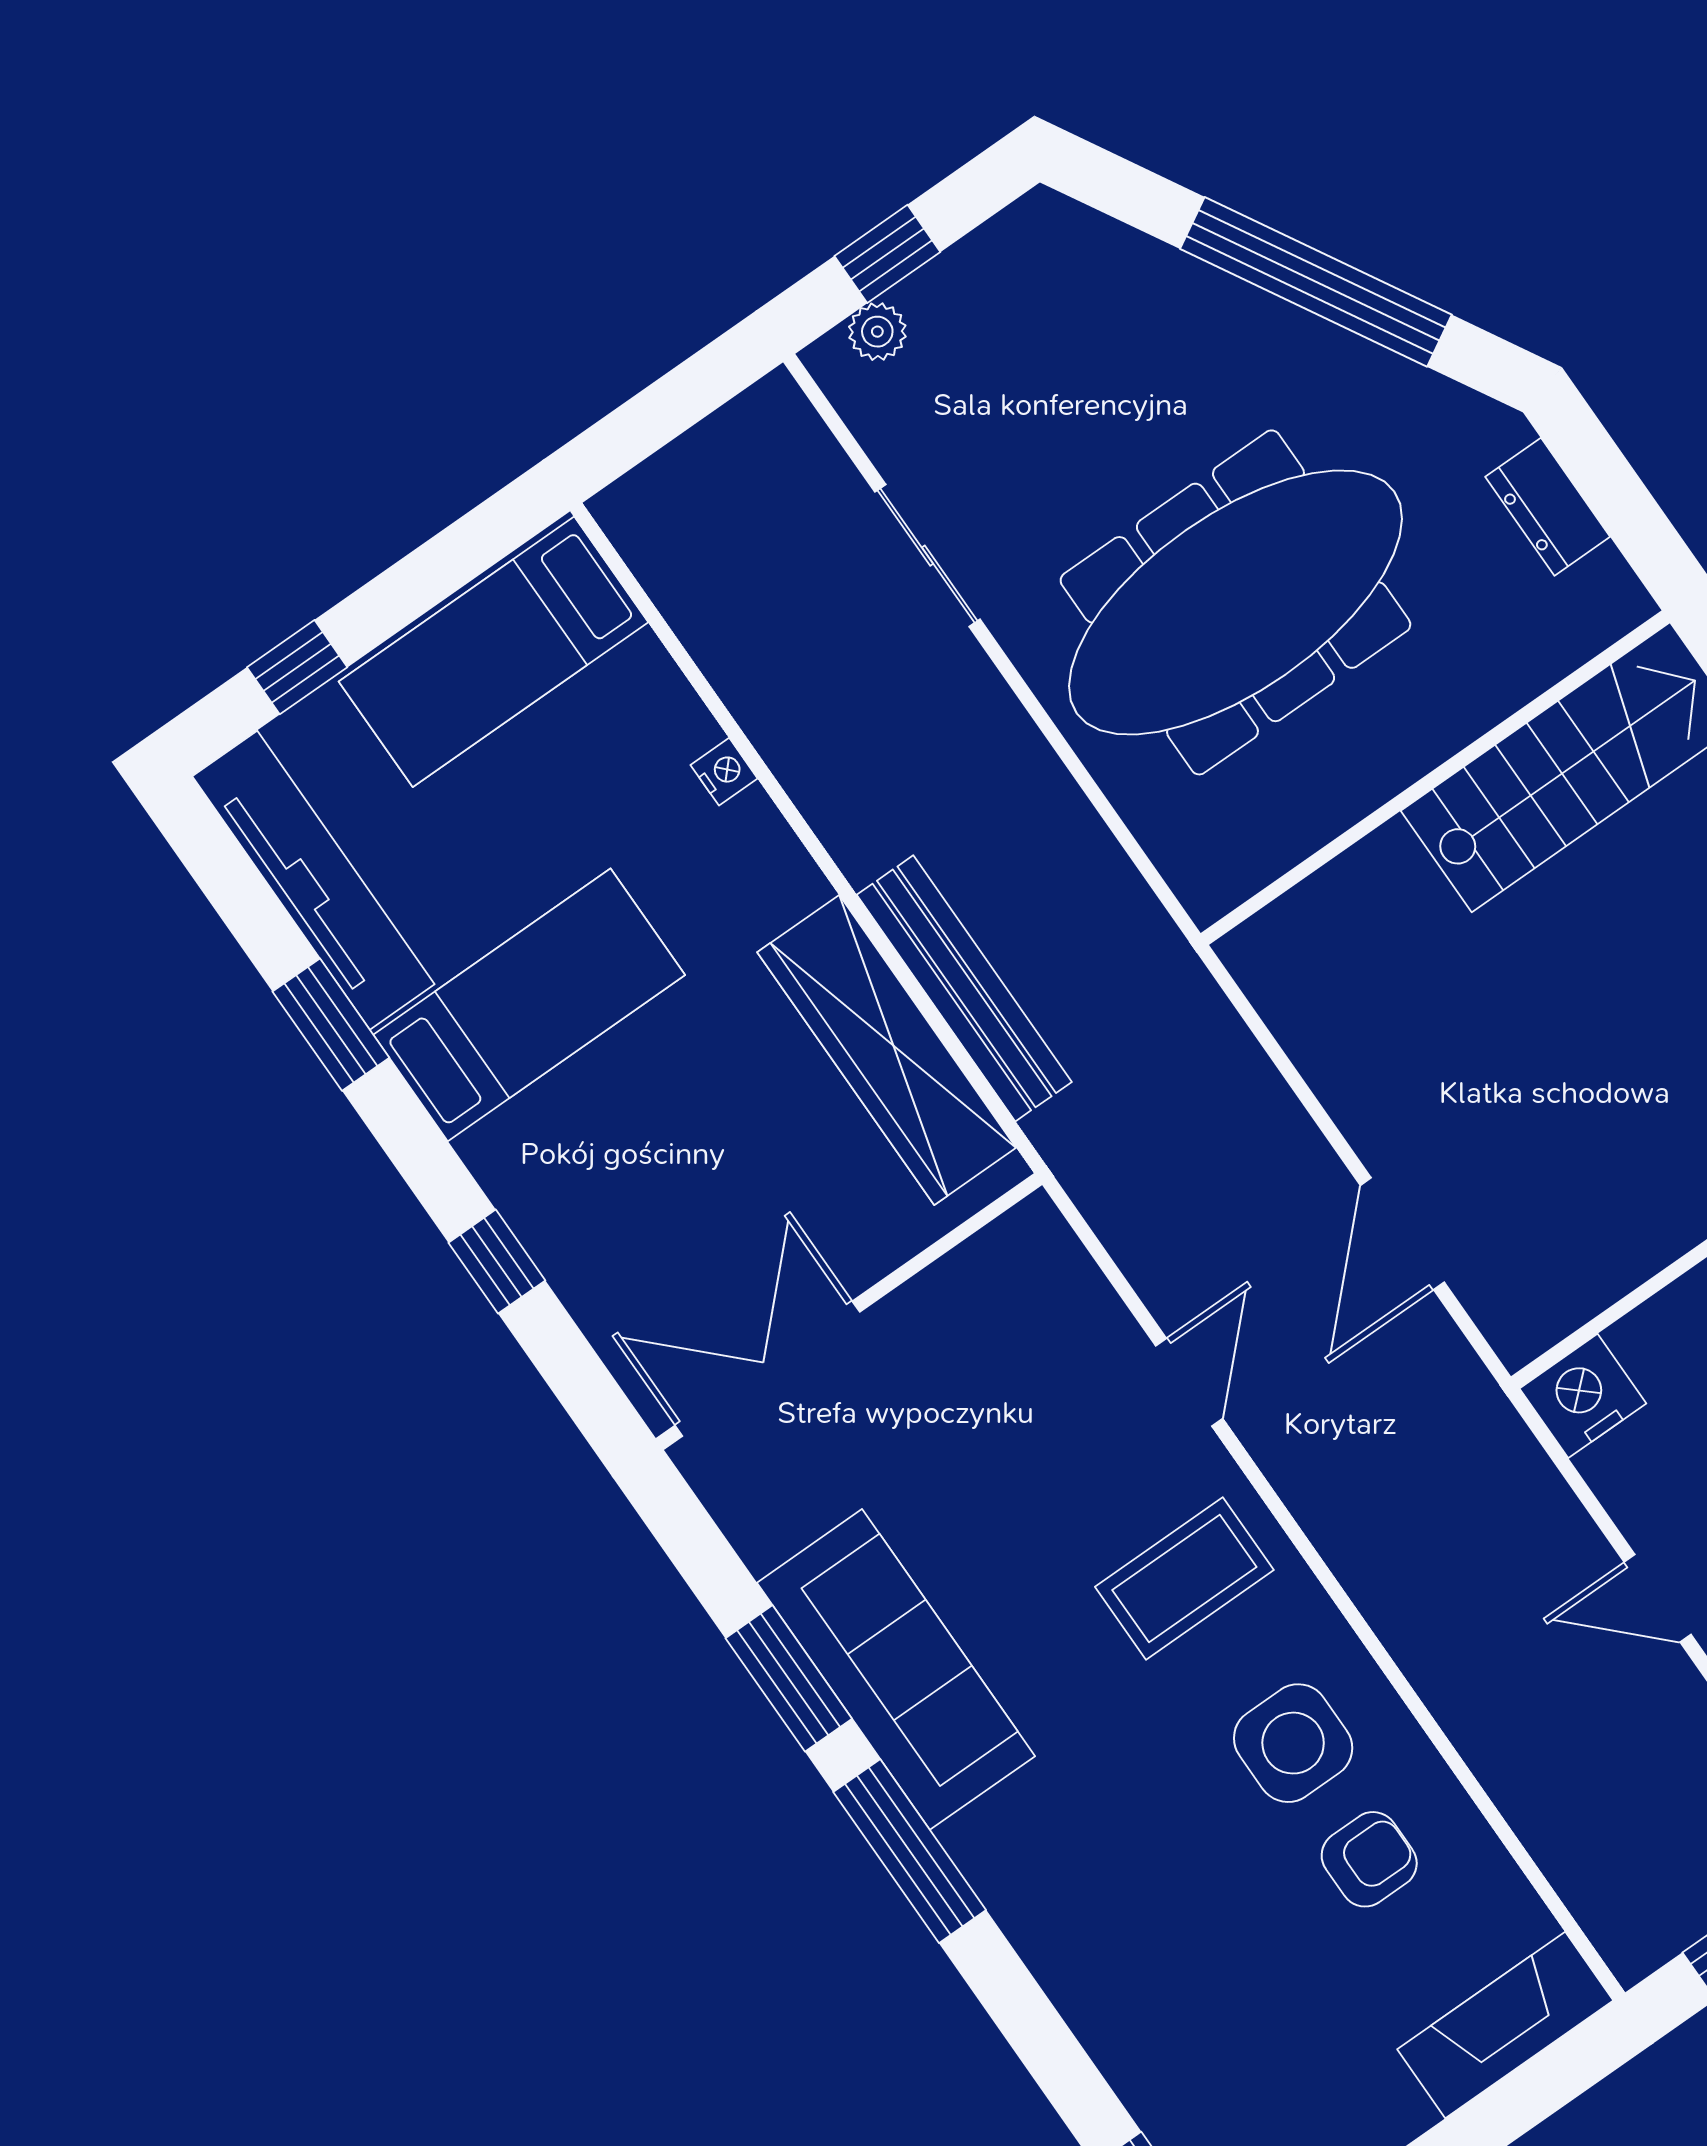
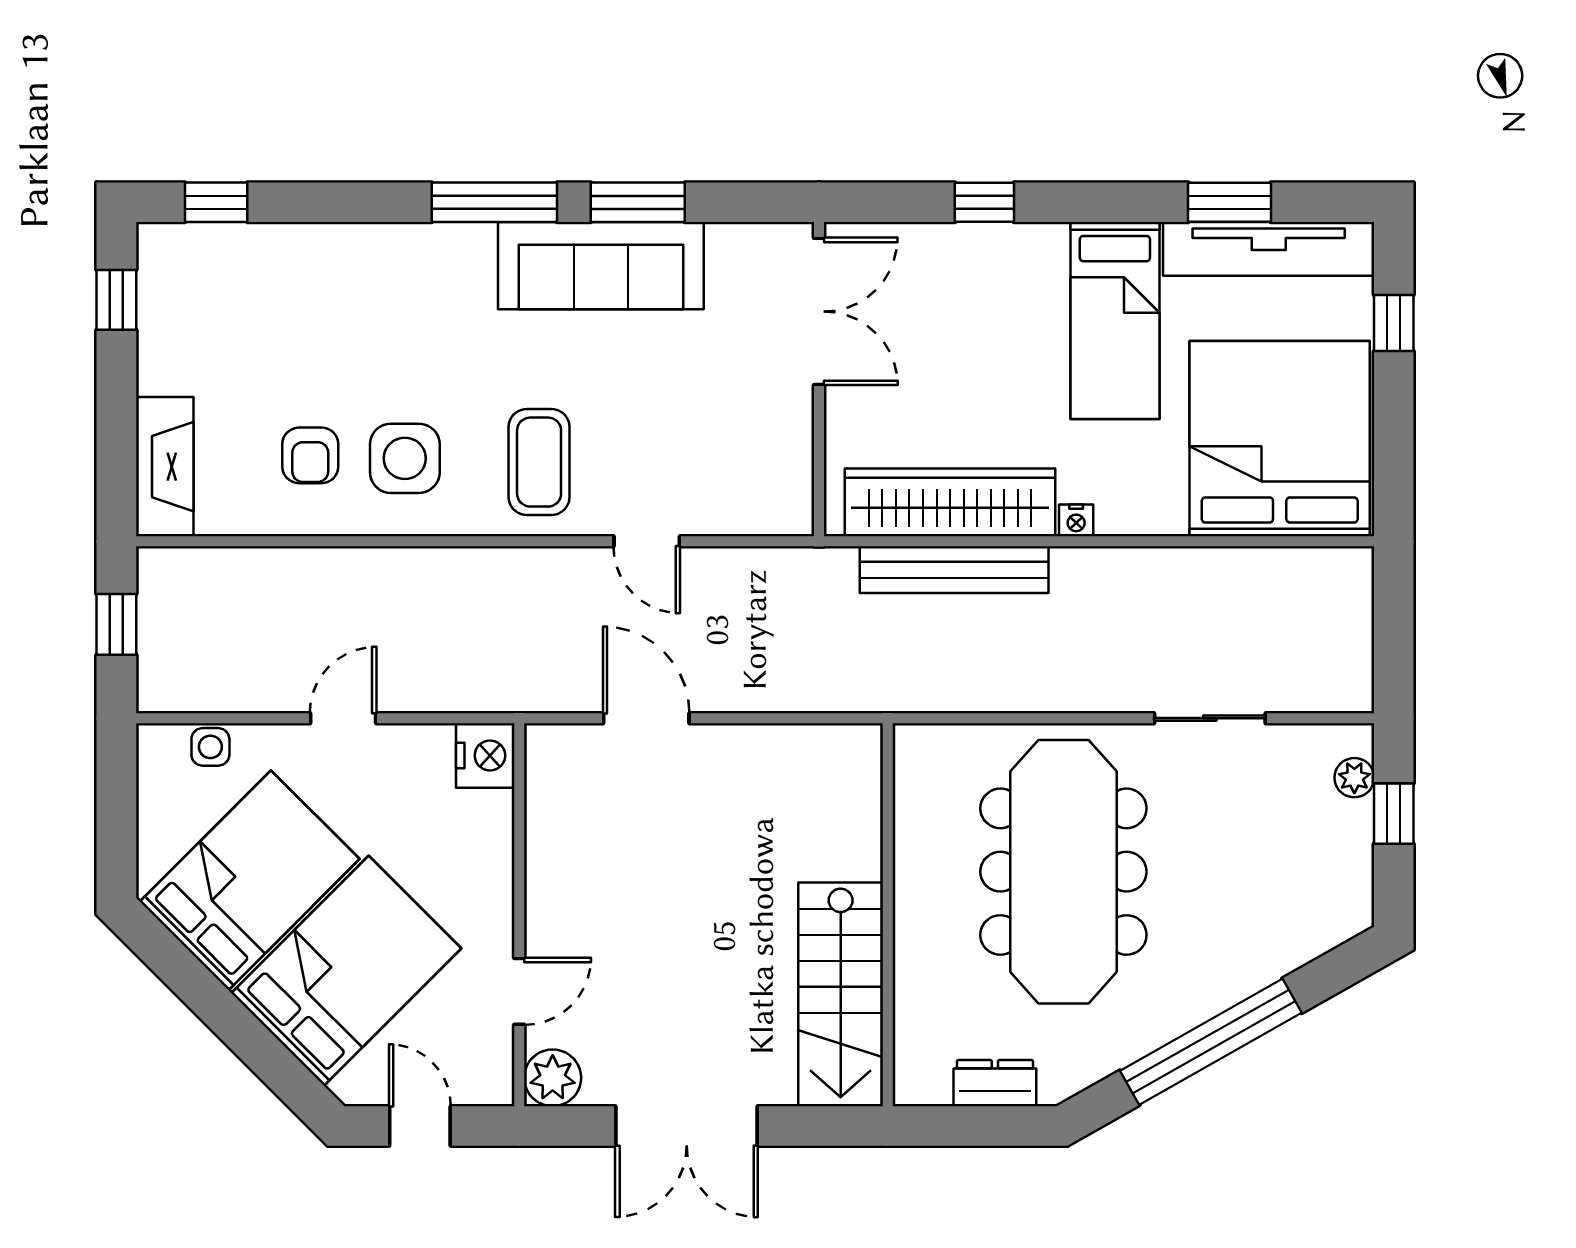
bed: (493, 652) -> (1280, 439), width x2.04
nightstand: (724, 772) -> (1076, 520), moved
window: (331, 1025) -> (1229, 202), moved

